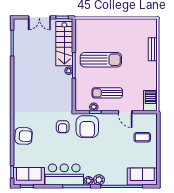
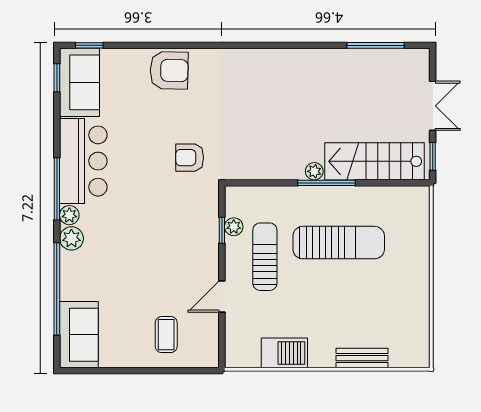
double door: (39, 17) -> (433, 106), swing flipped
sun lounger: (101, 60) -> (339, 243), turned -90
barbecue: (150, 101) -> (284, 353), moved
armchair: (87, 127) -> (190, 212), removed
armchair: (23, 136) -> (169, 70), turned -92

